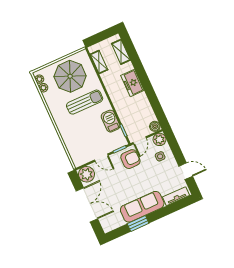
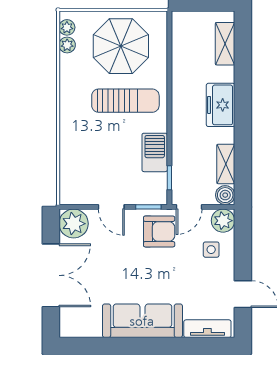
shelving: (99, 62) -> (226, 164), moved
window: (138, 224) -> (123, 346), removed

